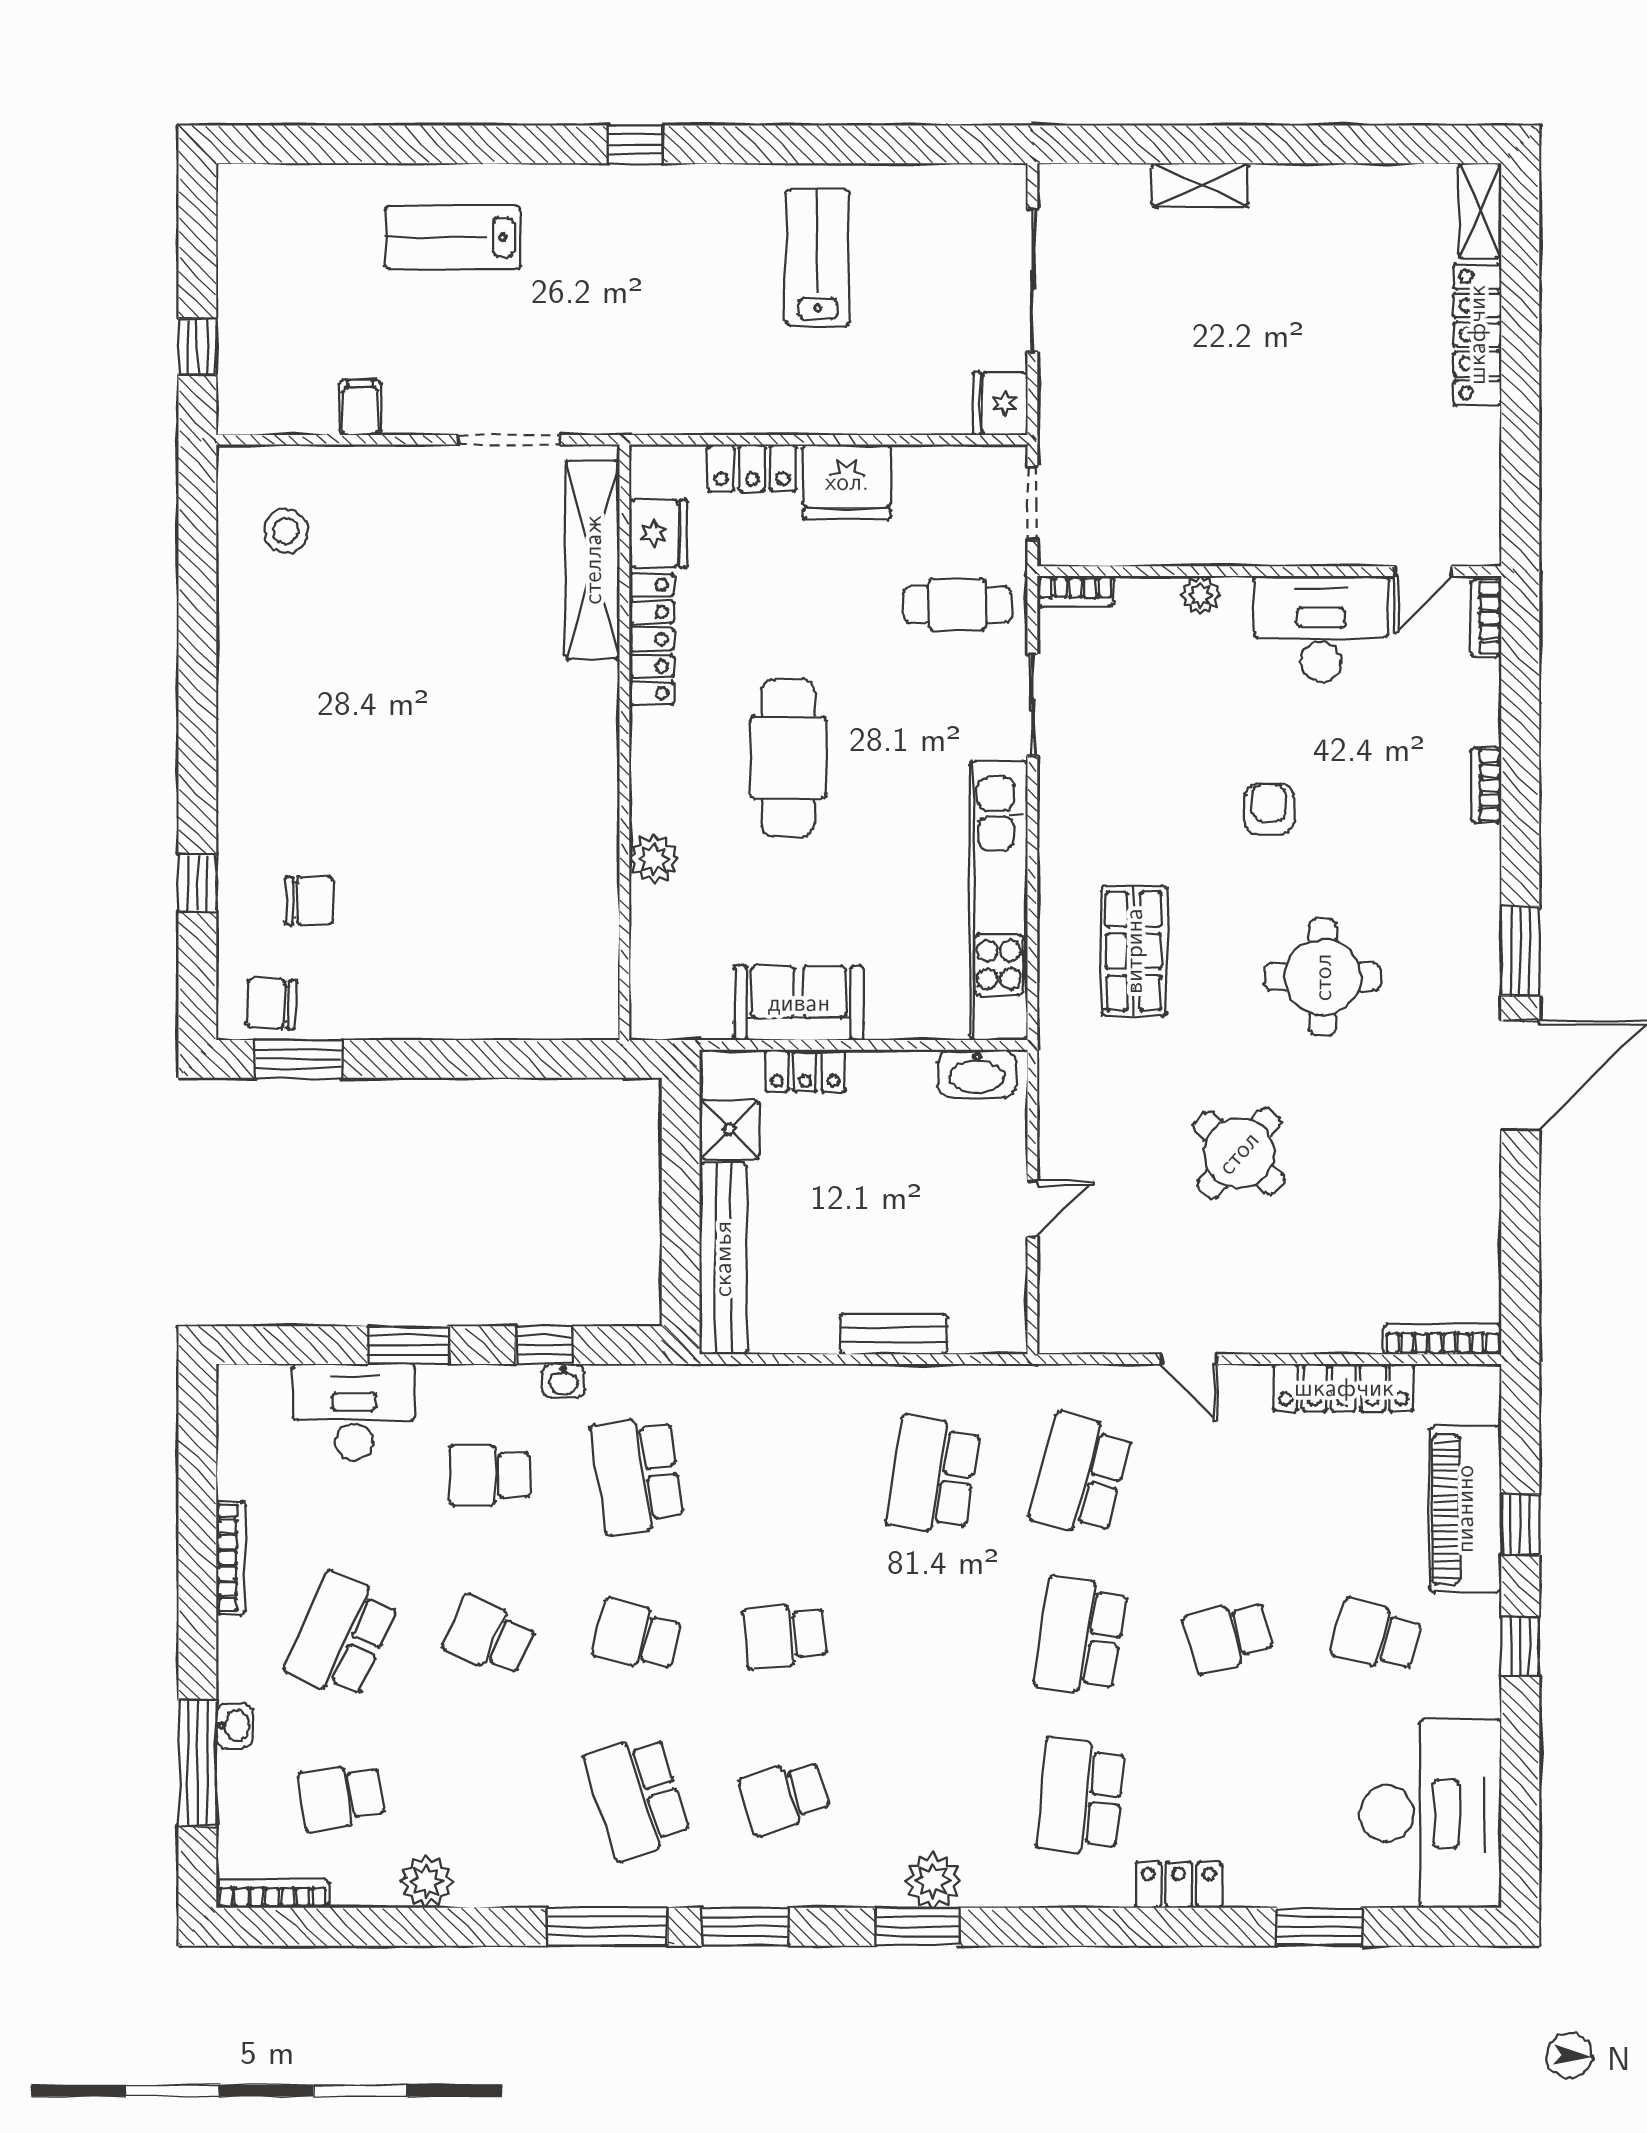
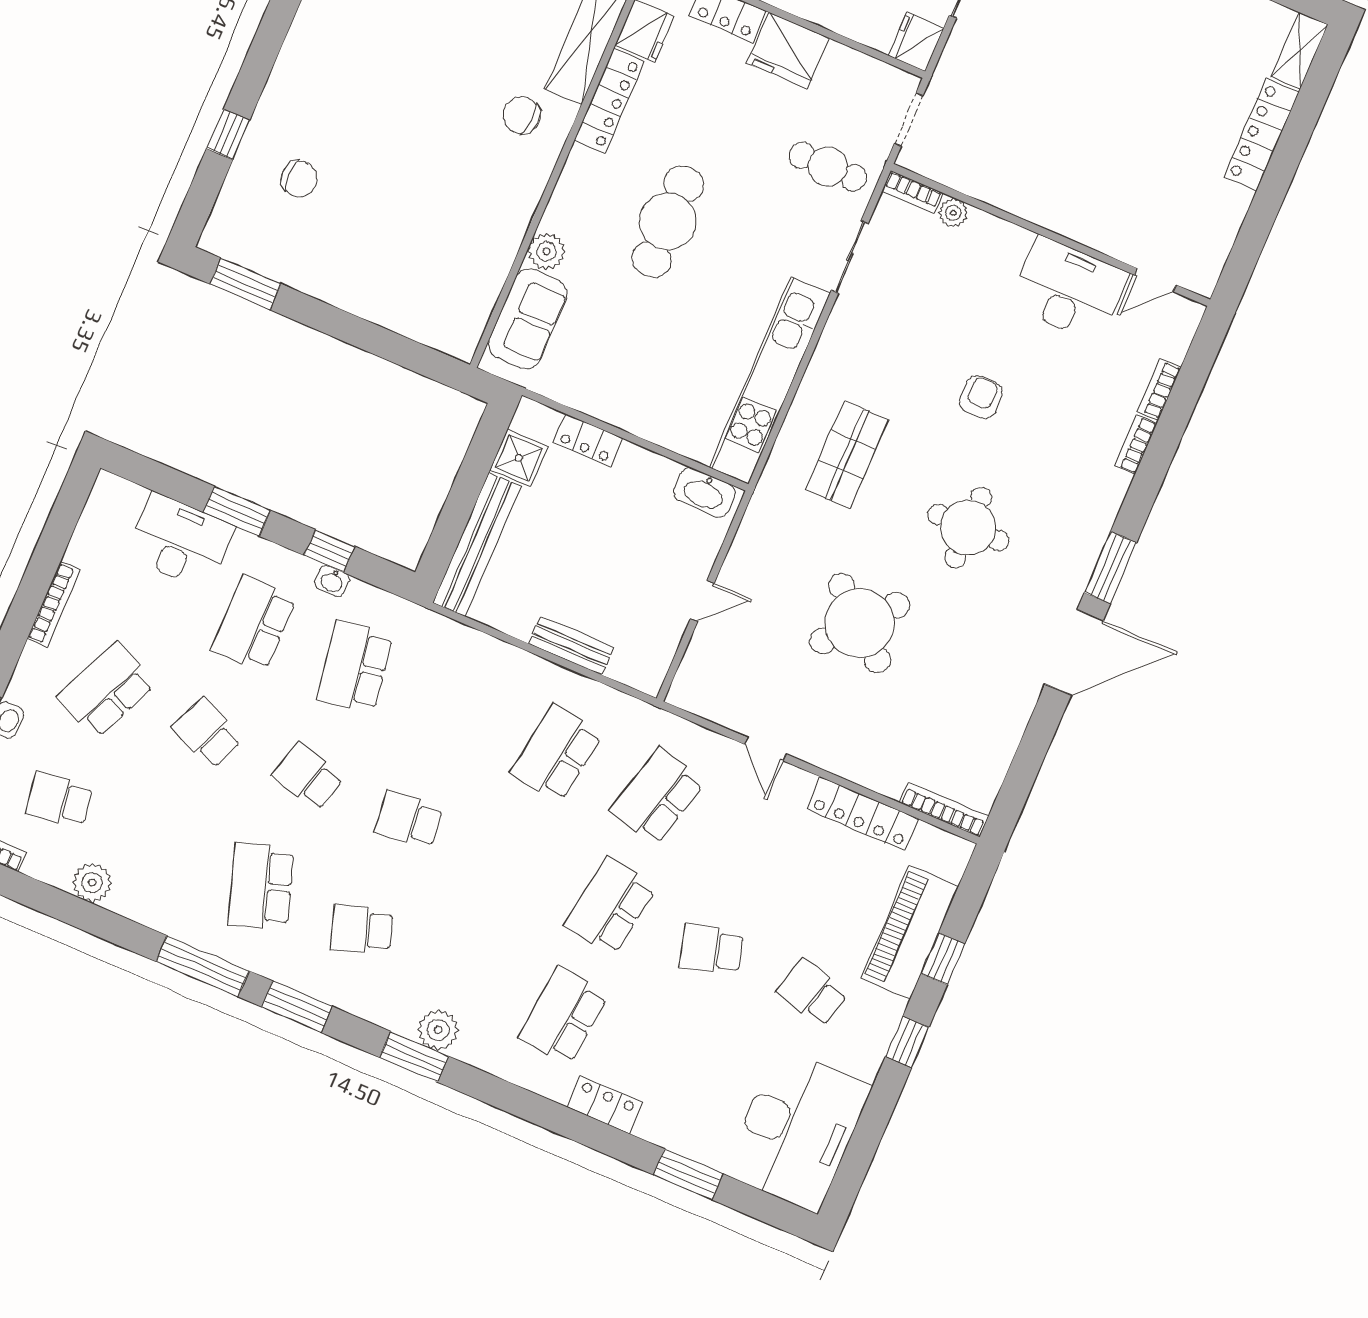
plant: (1200, 595) -> (953, 213), moved
bookcase: (1486, 618) -> (1159, 389), moved
sofa: (799, 1003) -> (528, 319), moved, turned 90
chair: (272, 1004) -> (522, 115), moved
round table: (1239, 1153) -> (860, 623), width x1.36, depth x1.36
school desk: (489, 1475) -> (254, 624), width x1.85

